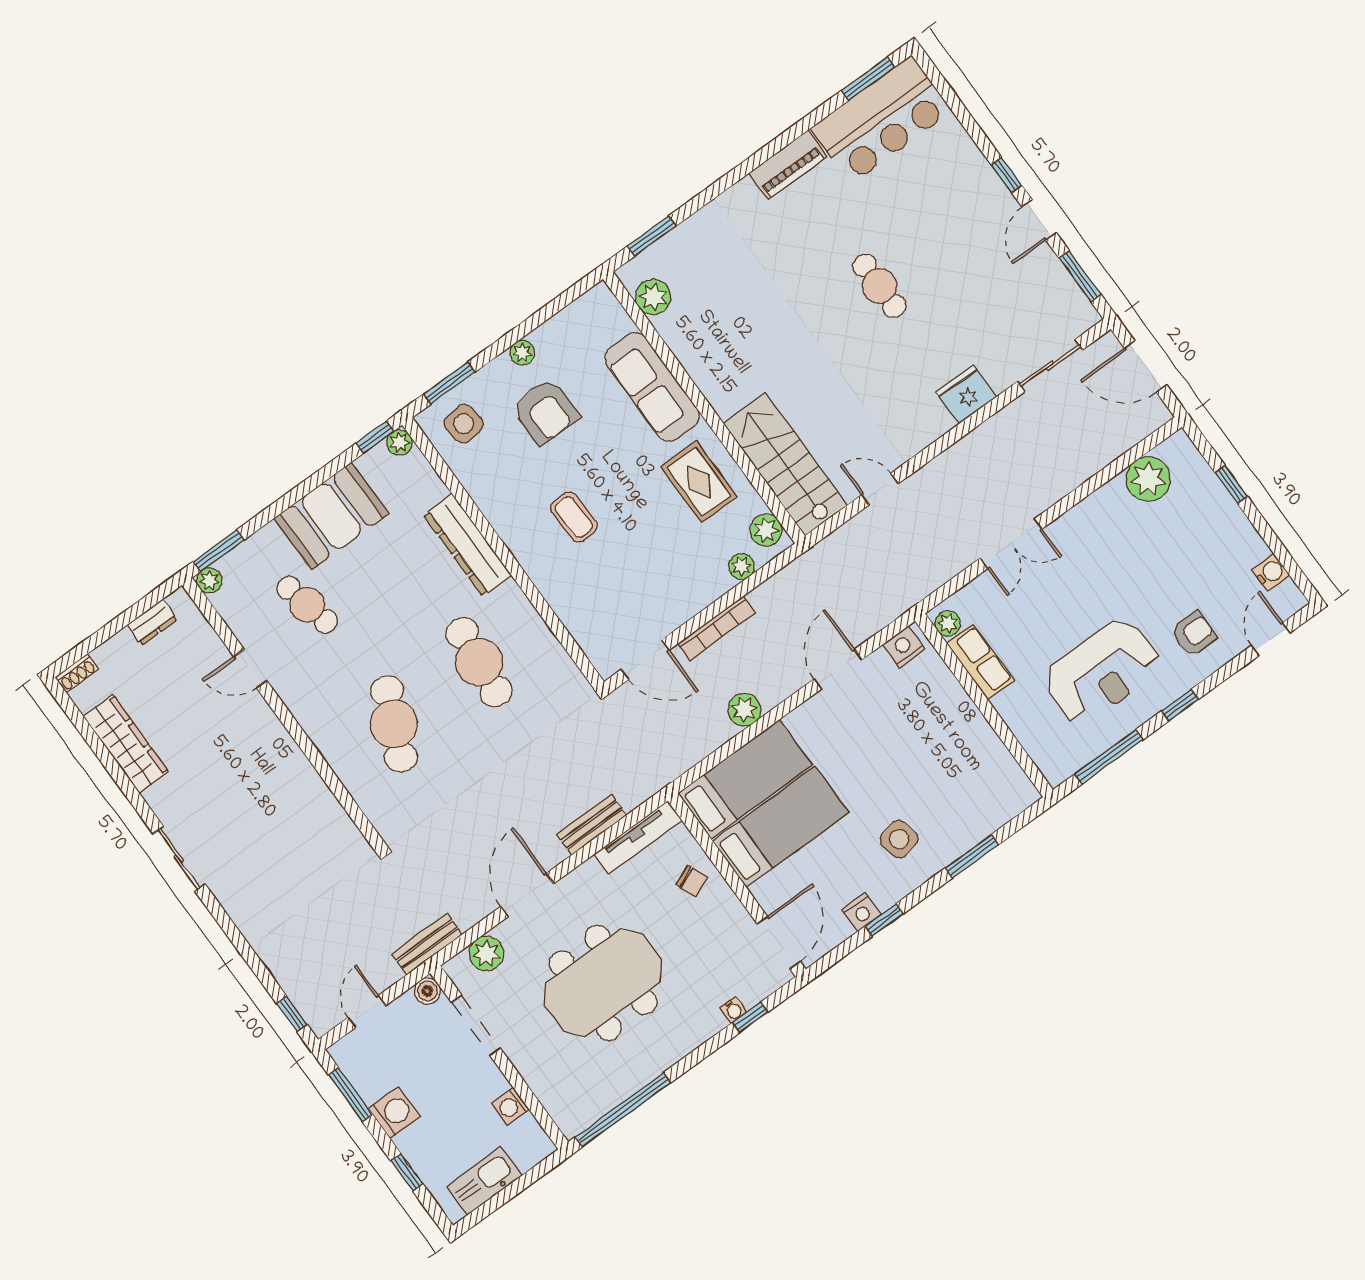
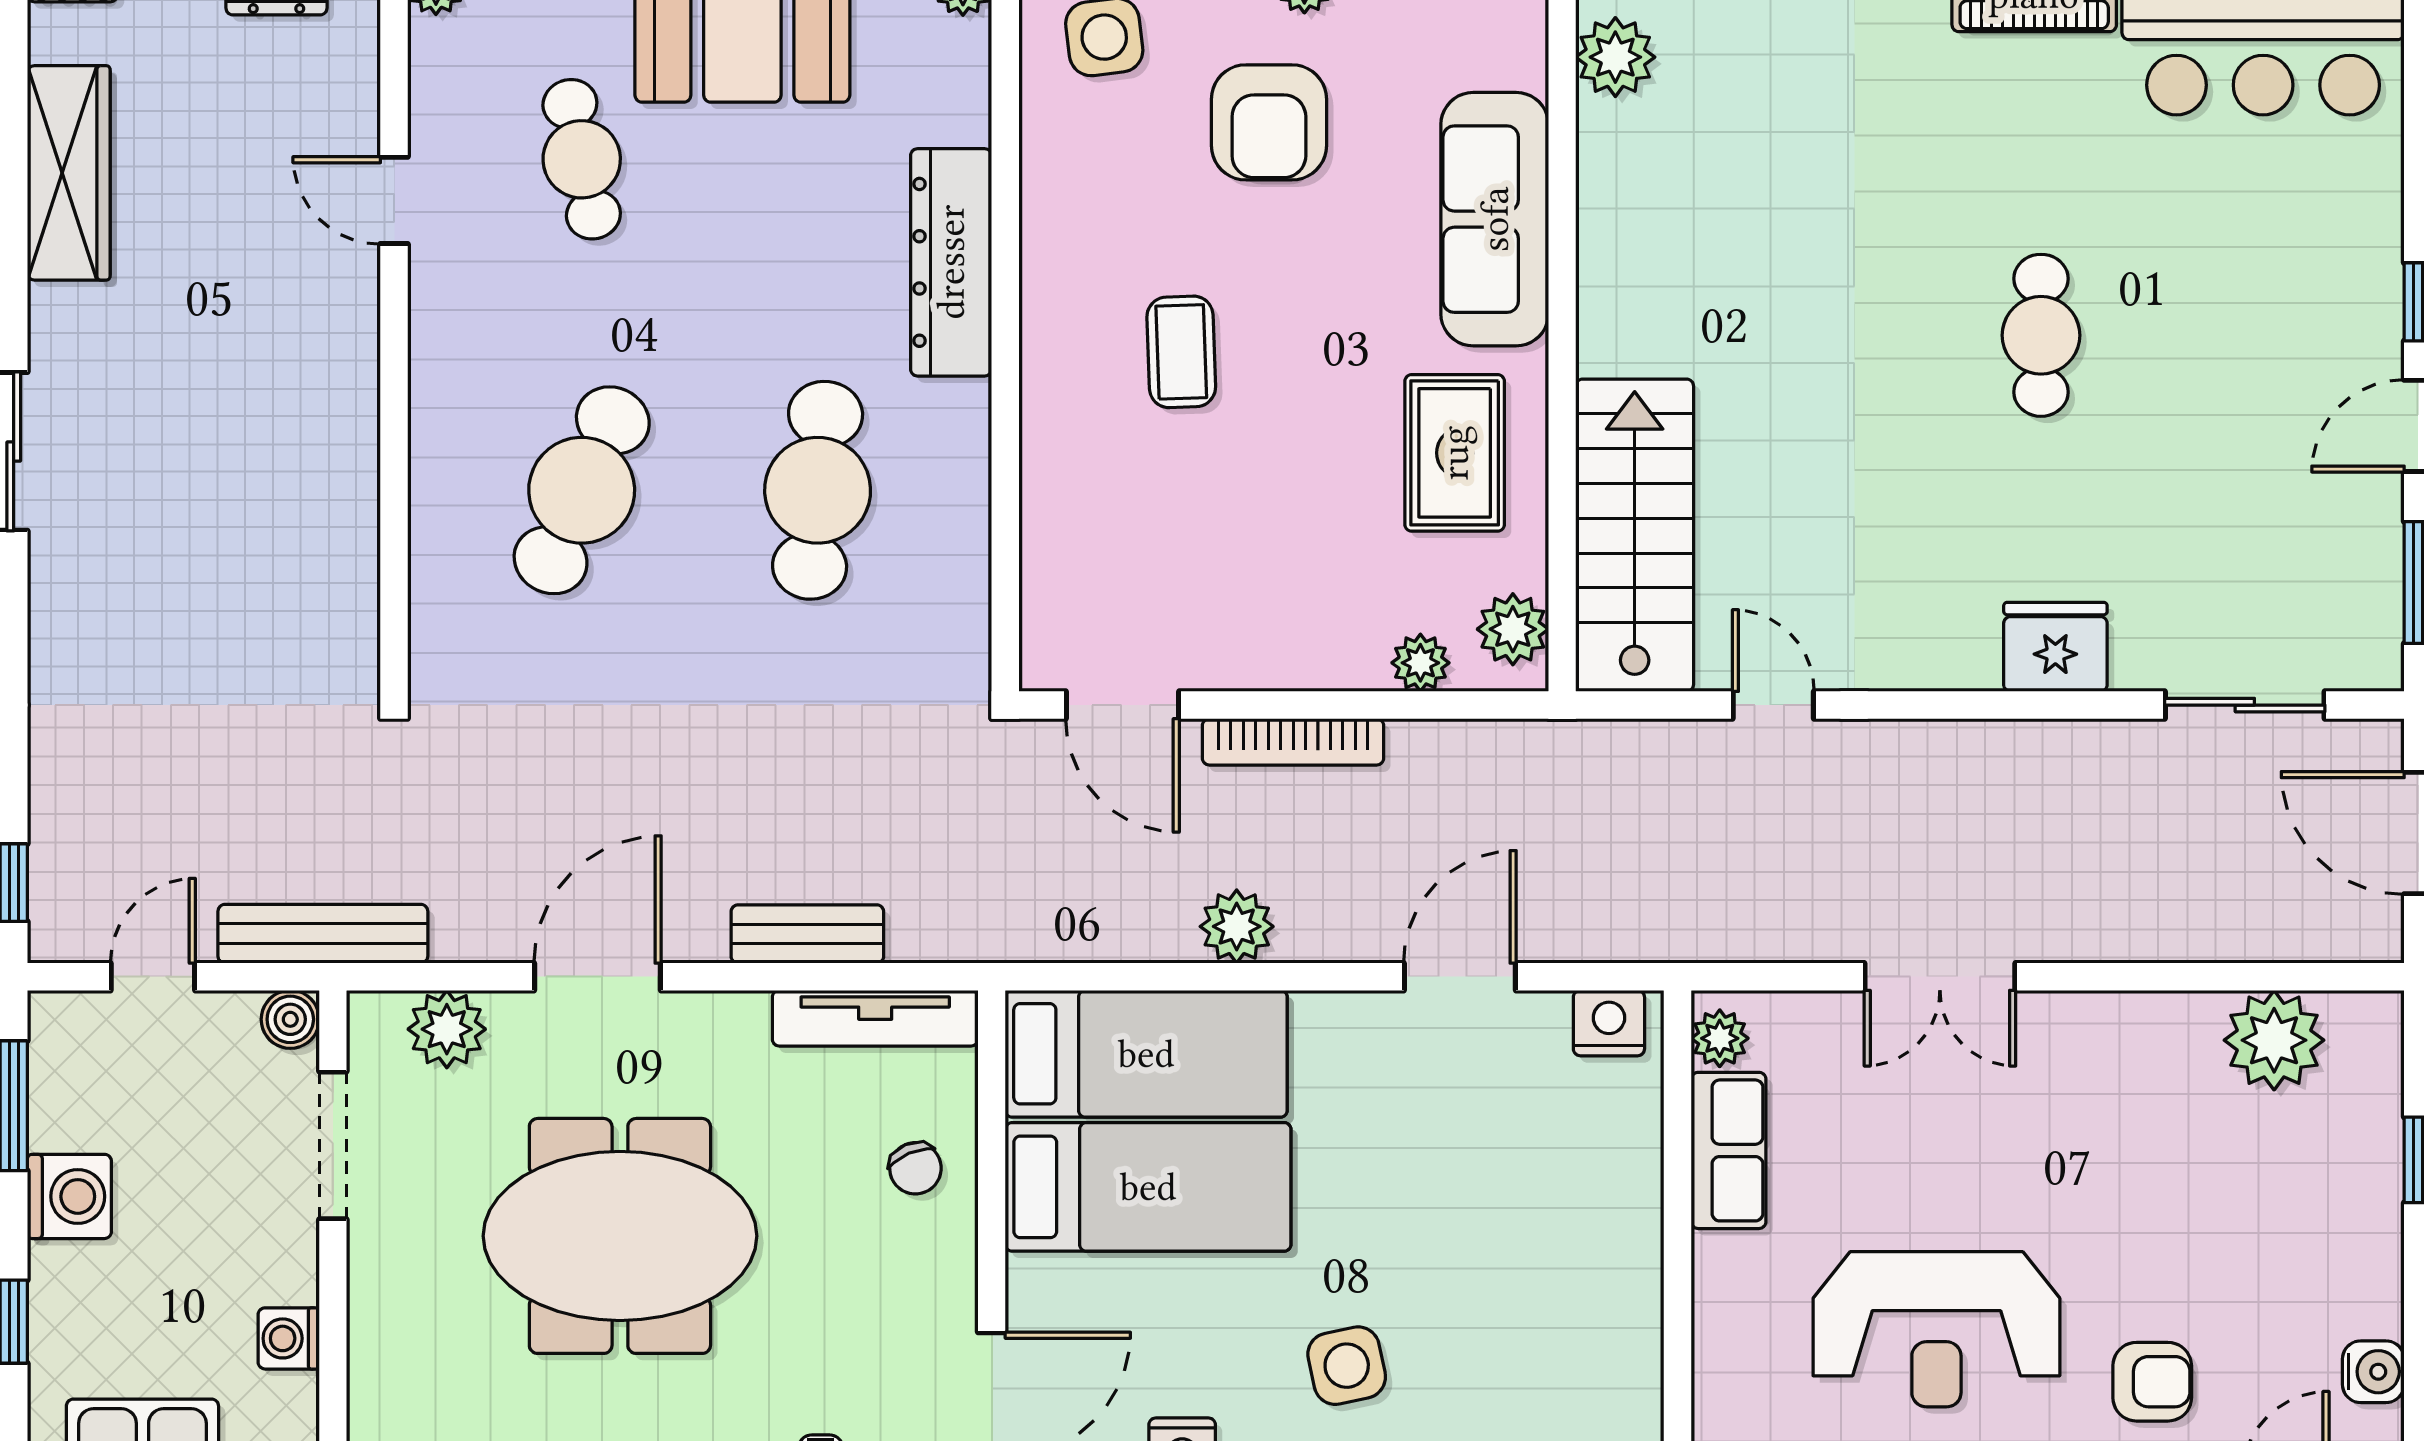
bench: (427, 944) -> (323, 934), width x1.36

